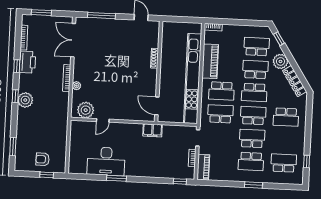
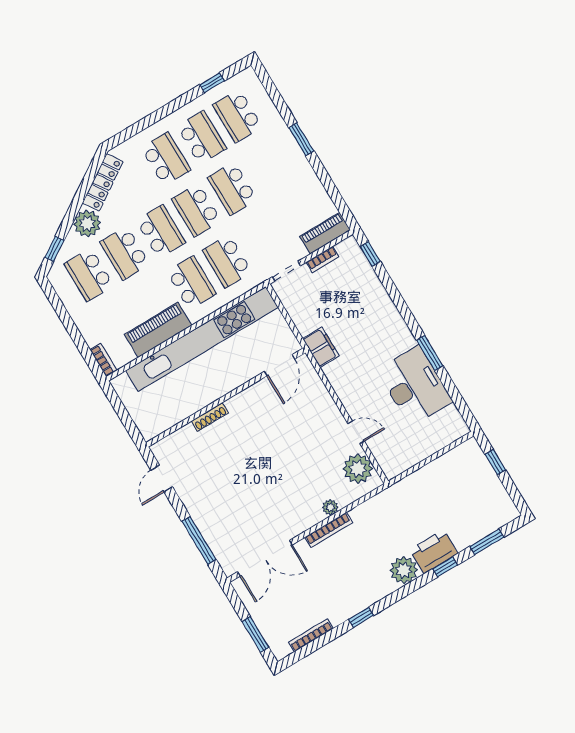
printer: (27, 62) -> (434, 552), moved
window: (15, 96) -> (445, 567), moved
armchair: (43, 159) -> (476, 484), removed
school desk: (251, 161) -> (202, 137), moved

